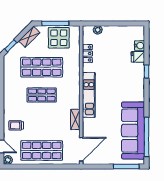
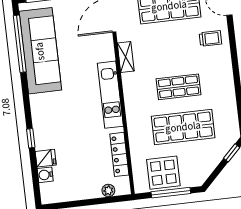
shelving: (29, 37) -> (206, 169), removed
locker: (87, 54) -> (119, 154), width x1.53

